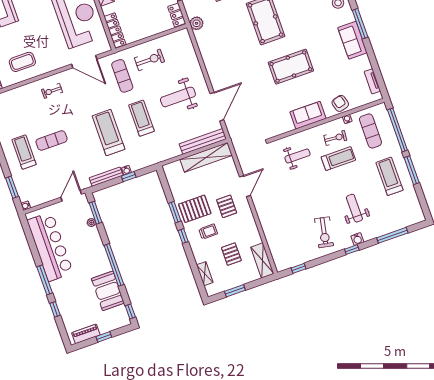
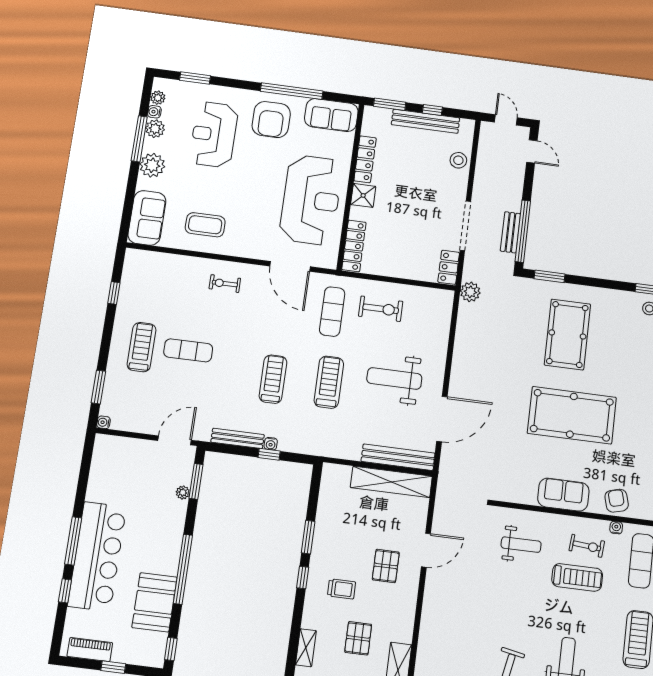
pool table: (291, 67) -> (572, 415), width x1.36, depth x1.32
treadmill: (109, 133) -> (273, 379), width x0.73, depth x0.73
pallet: (195, 209) -> (339, 547), removed
bar counter: (50, 247) -> (97, 556), moved

